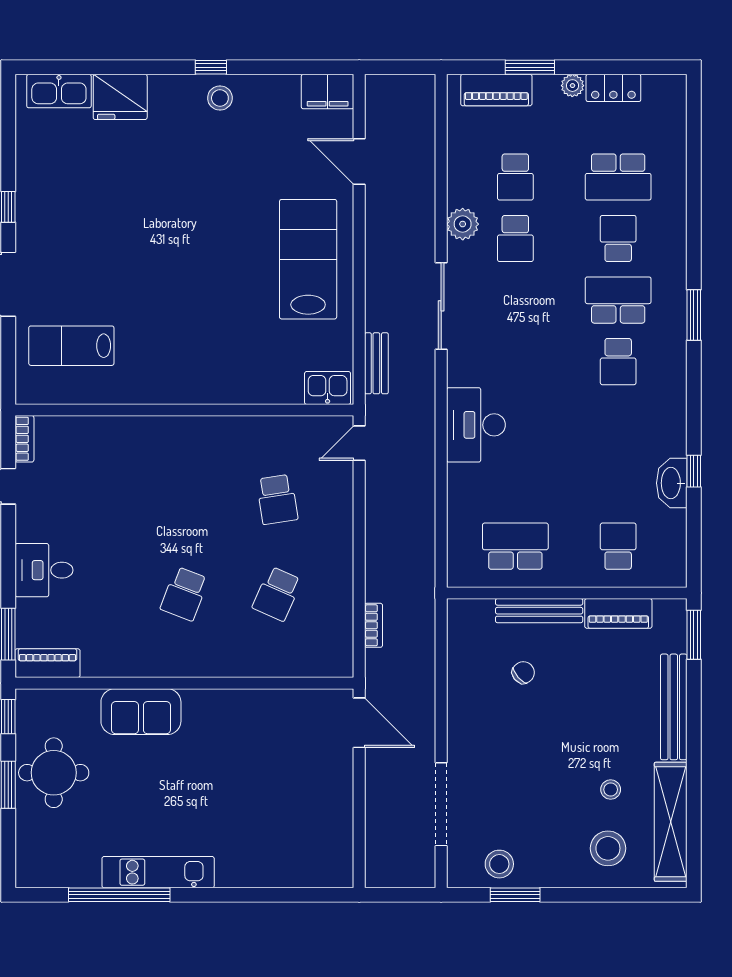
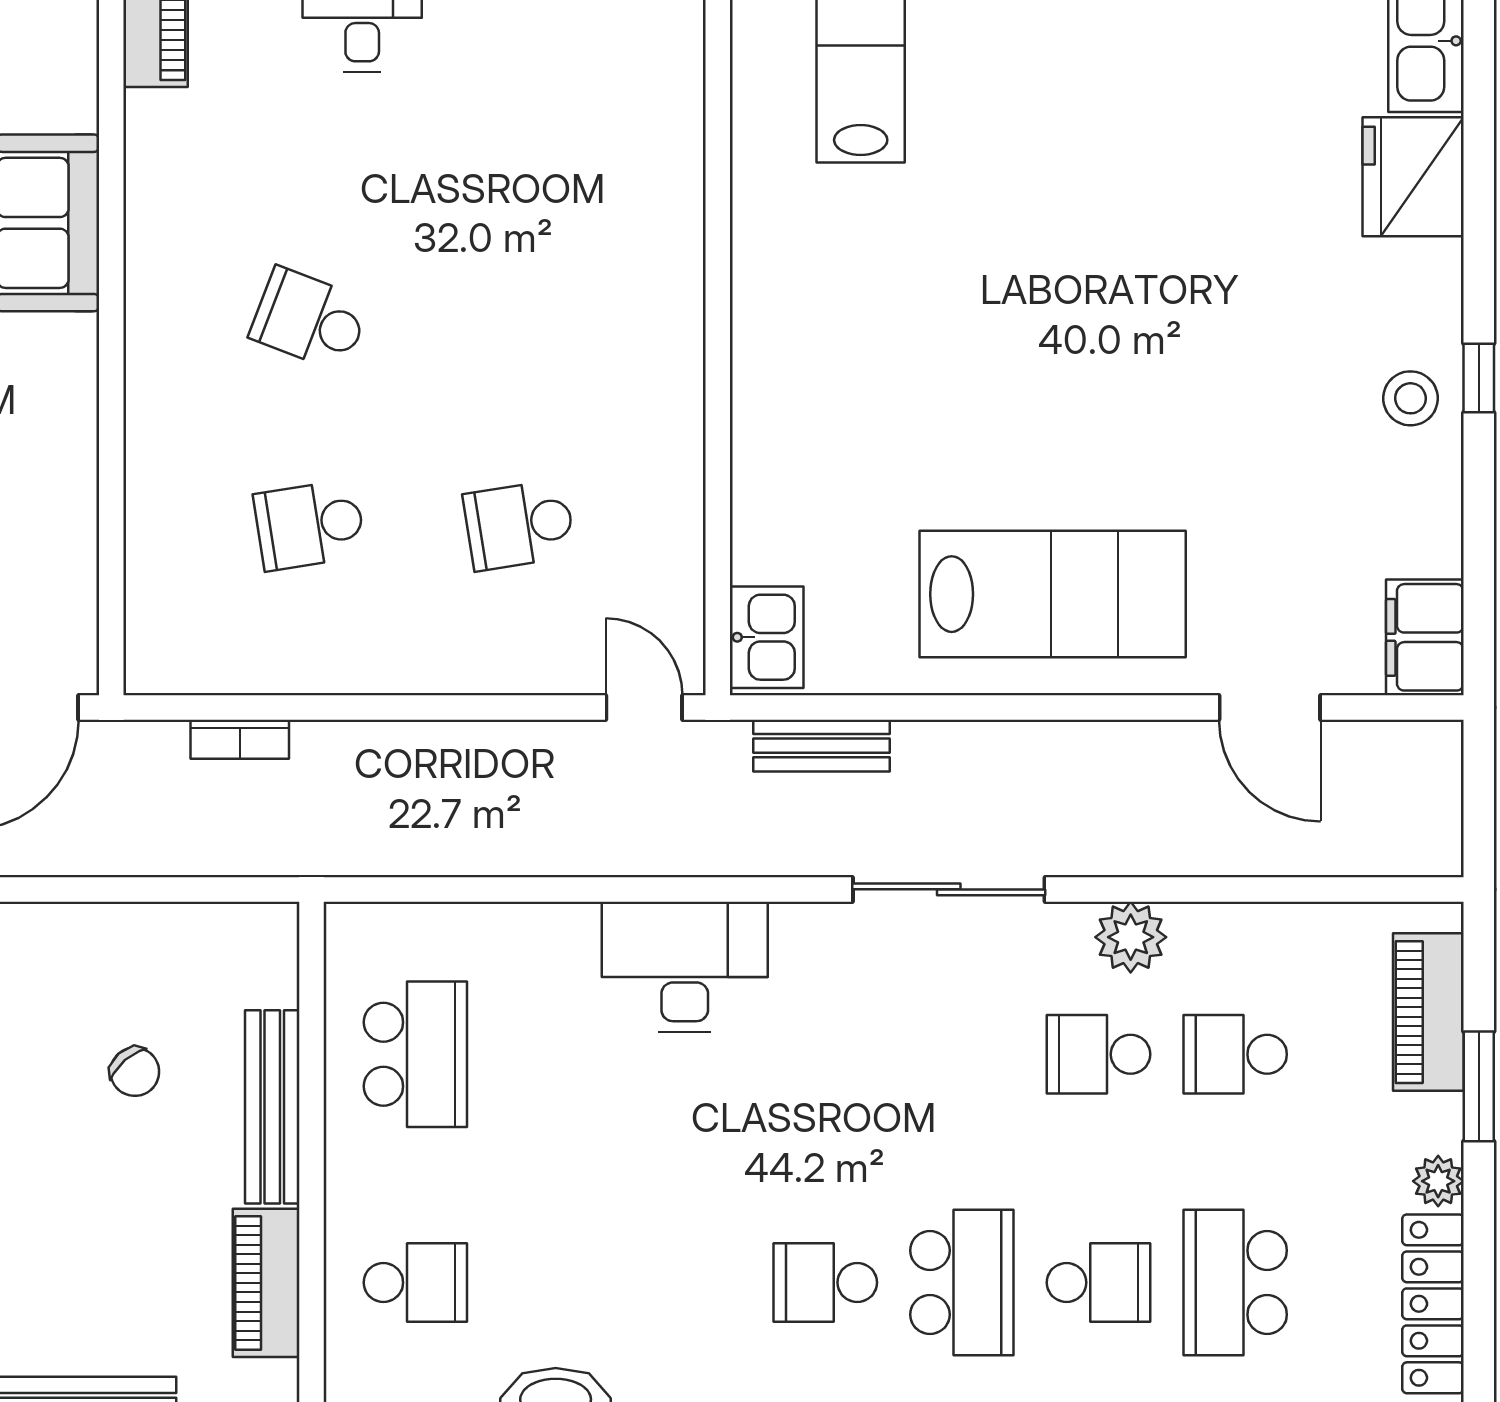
locker: (613, 88) -> (1433, 1304), width x1.53
door: (359, 161) -> (1270, 708), swing flipped
school desk: (277, 594) -> (310, 525), turned -33

